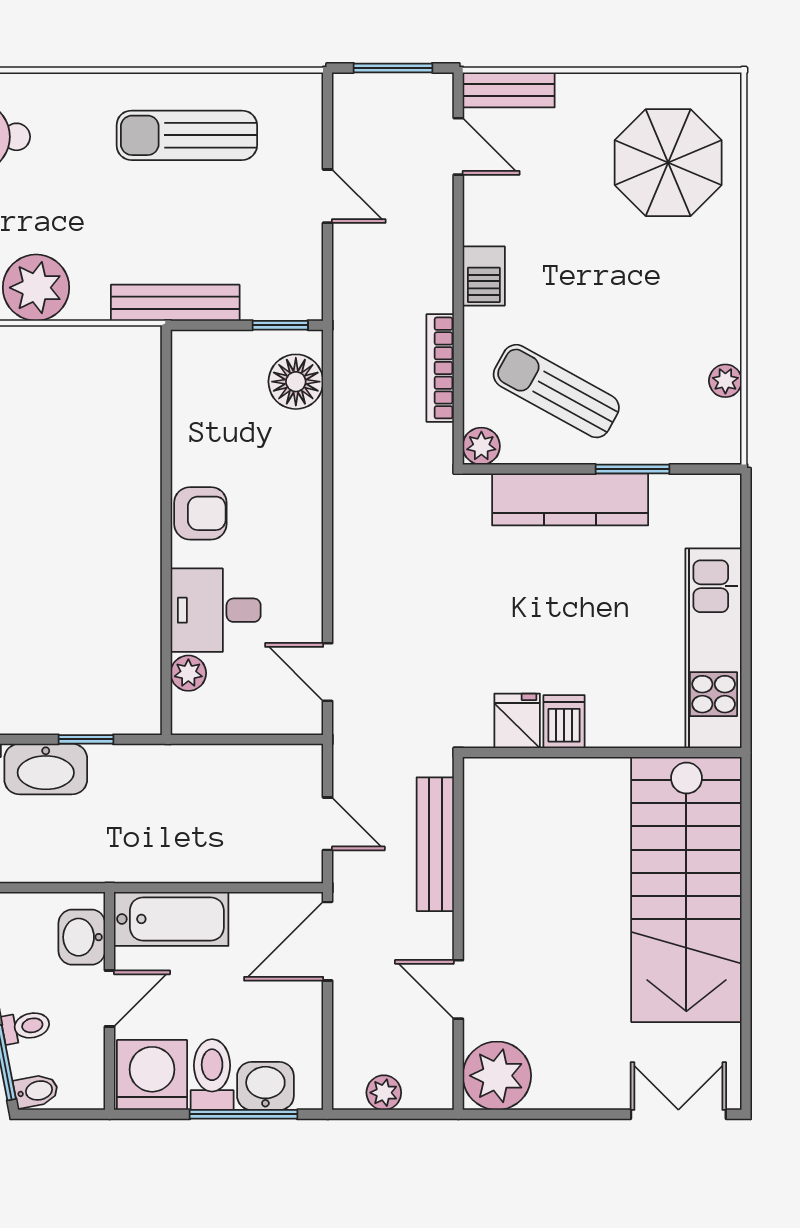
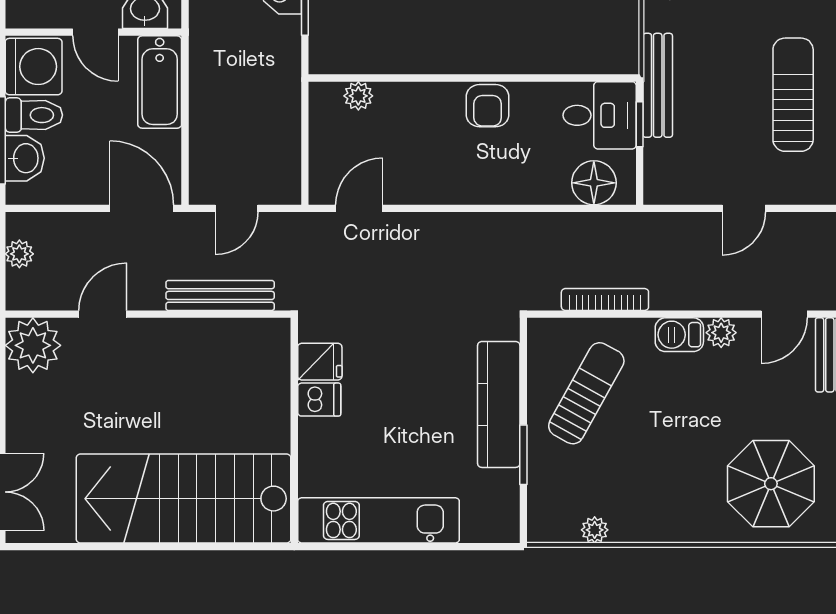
window: (280, 325) -> (640, 124), moved
plant: (481, 446) -> (721, 333), moved
desk: (216, 610) -> (600, 115), moved, turned 90

